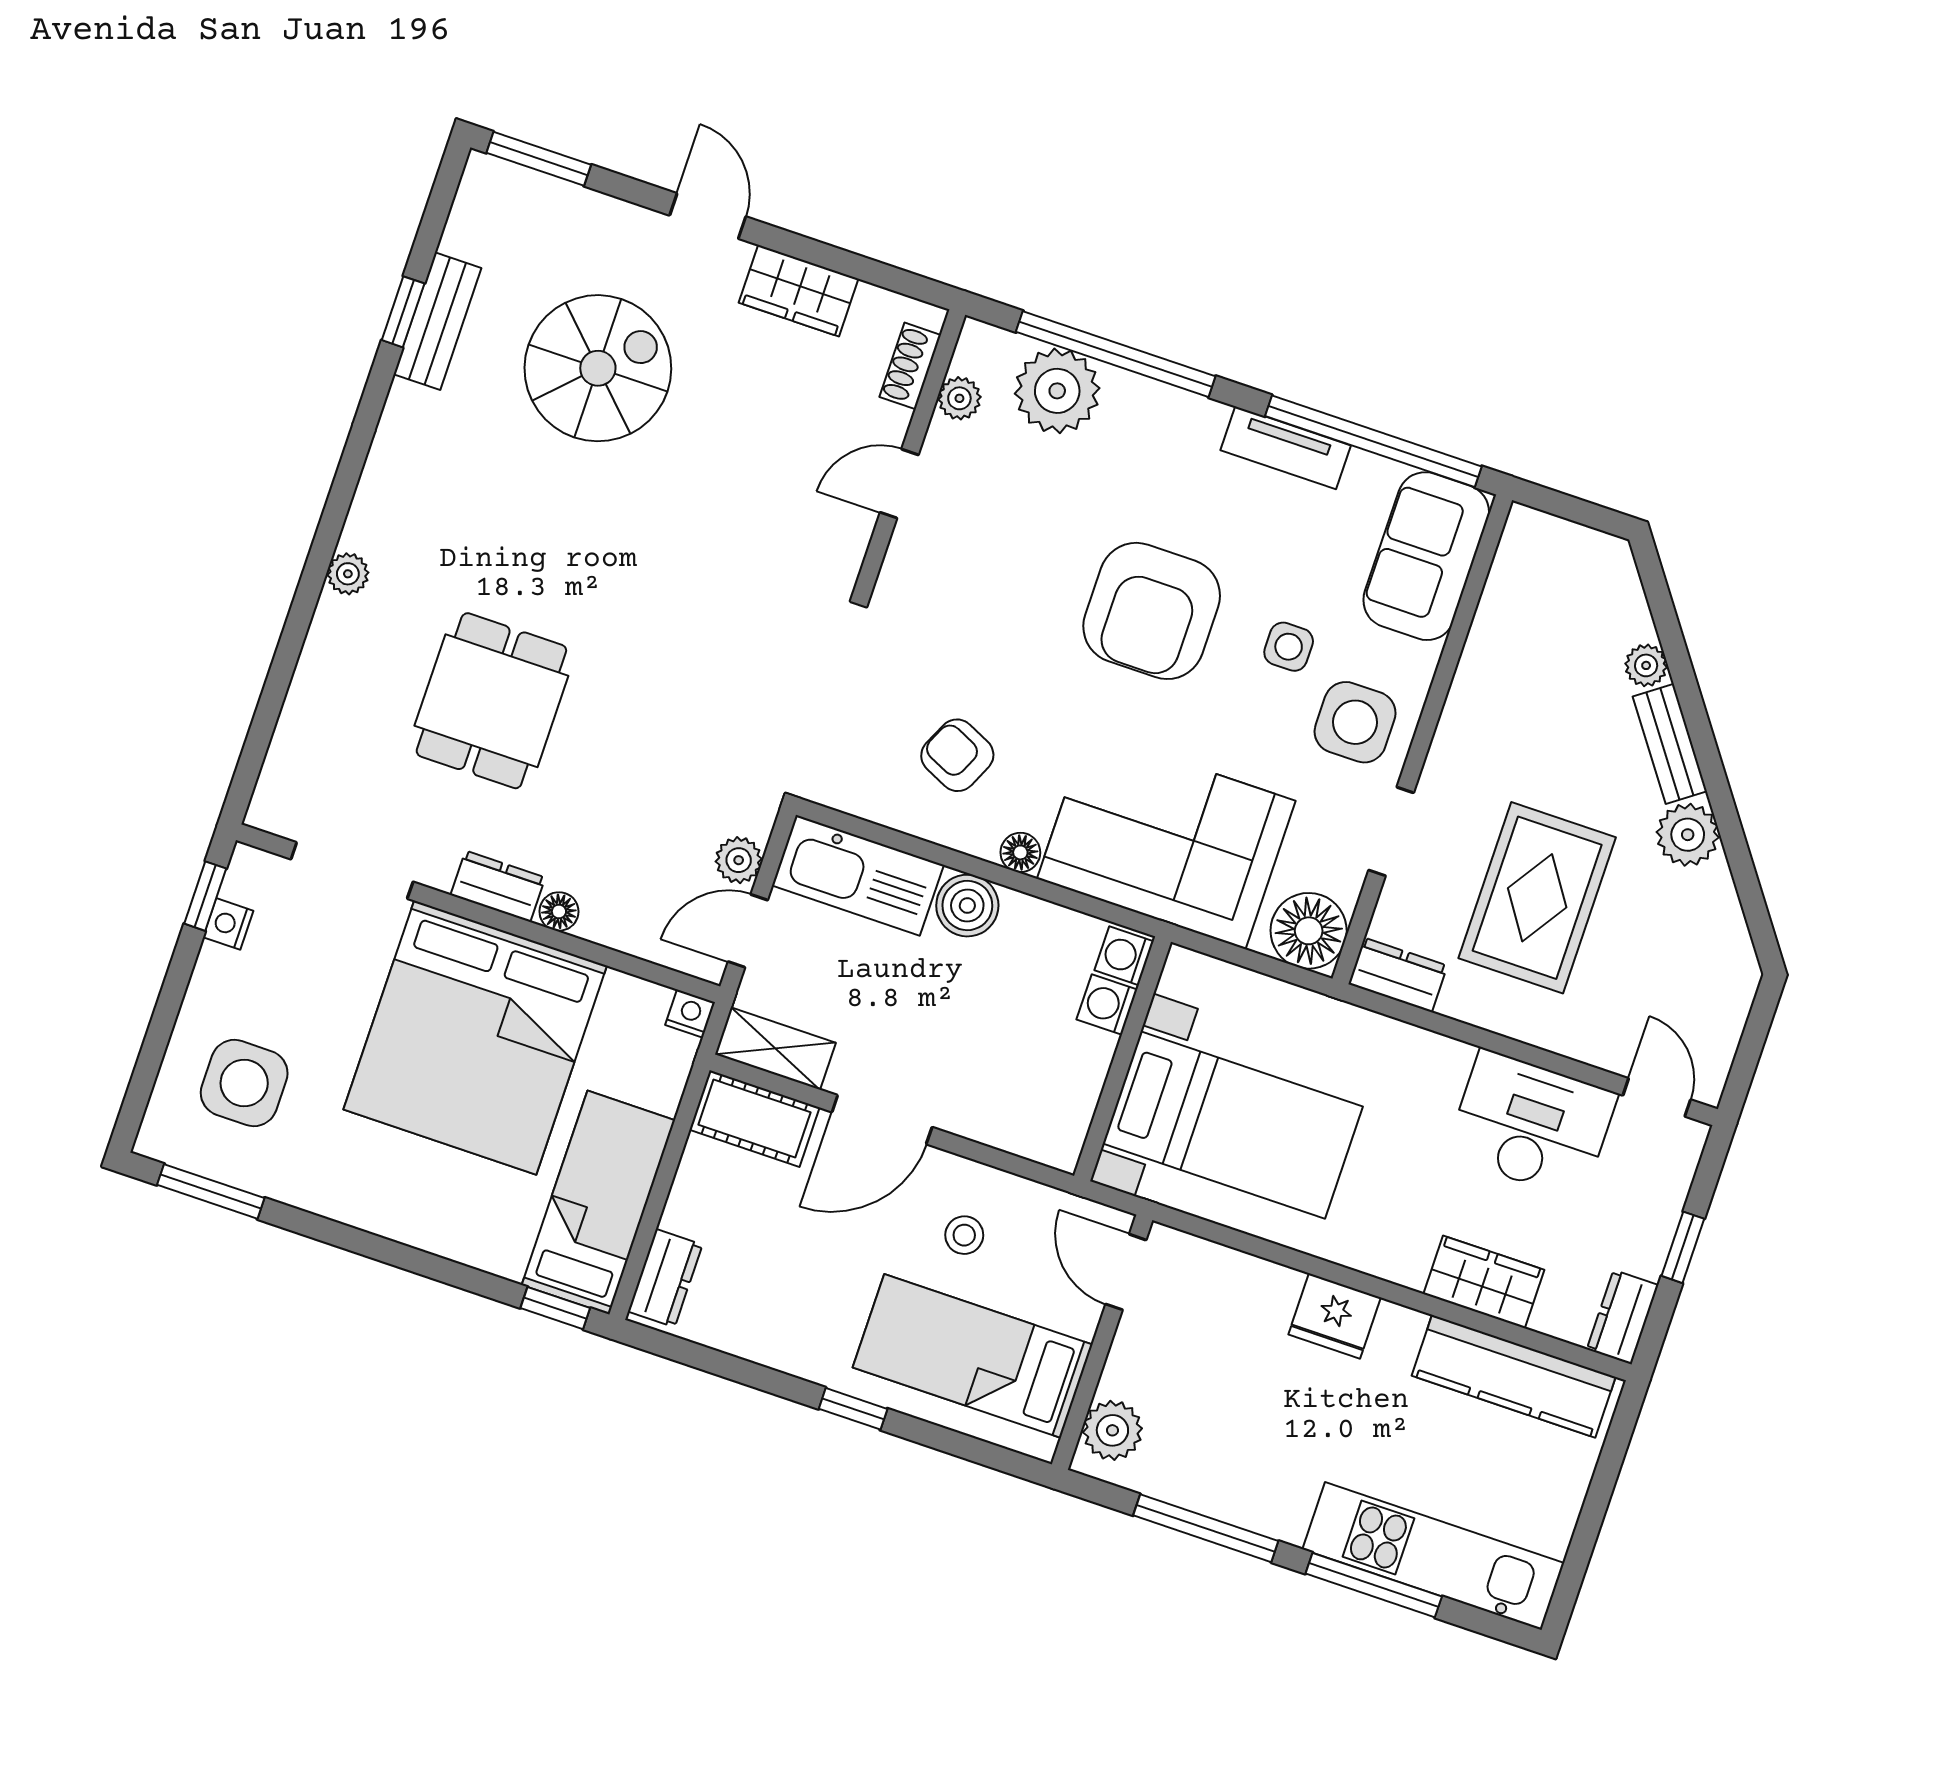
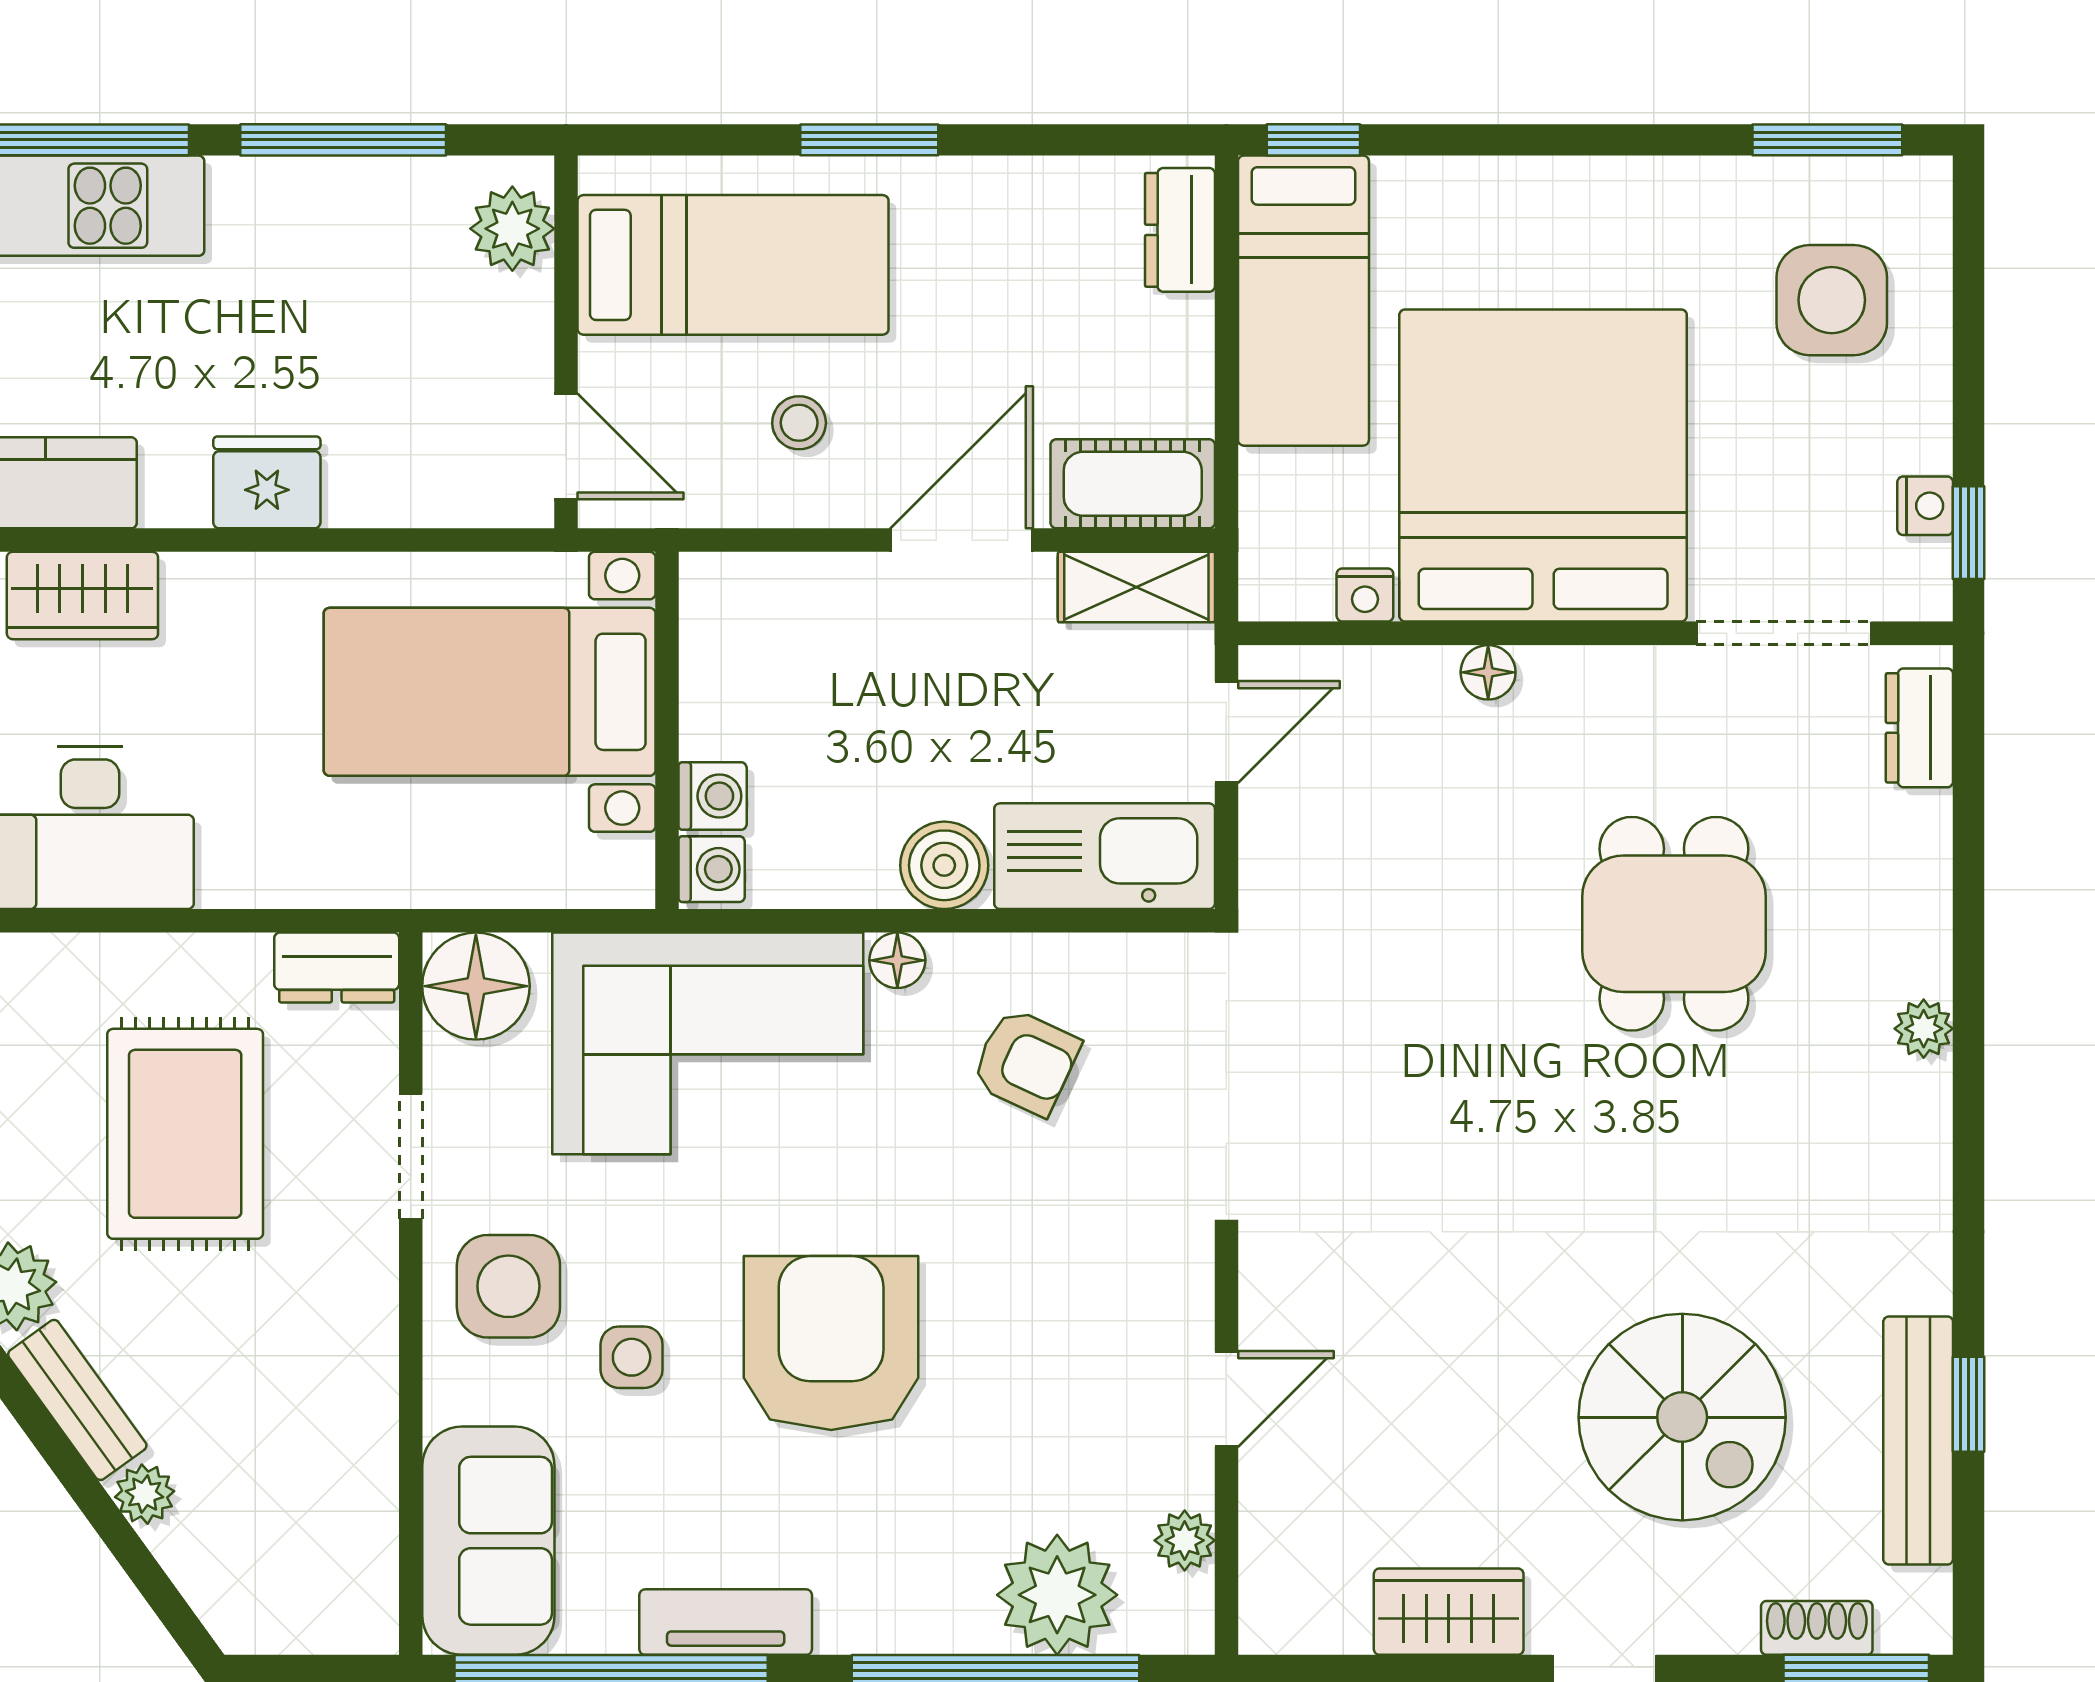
bench: (437, 321) -> (1918, 1440), width x1.36
shoe rack: (910, 366) -> (1817, 1628), moved, turned -90
spiral stairs: (598, 368) -> (1682, 1417), turned -90
plant: (739, 860) -> (1271, 822), removed
dresser: (498, 886) -> (1919, 728), moved, turned 90
nightstand: (690, 1014) -> (1365, 595), moved
window: (853, 1409) -> (869, 140), width x1.50

